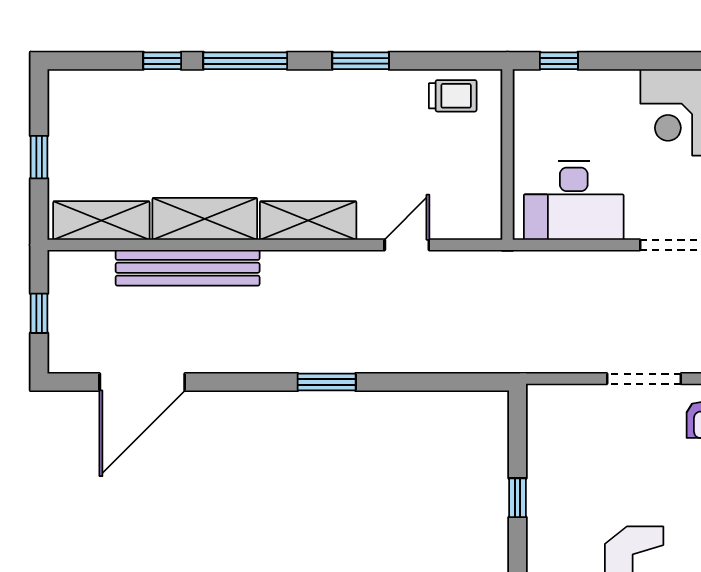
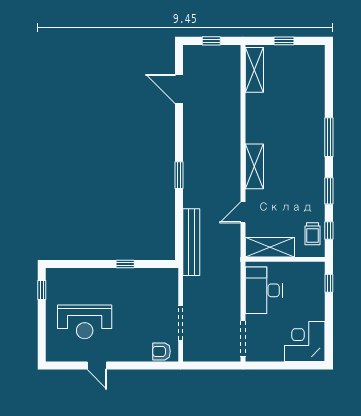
window: (162, 61) -> (329, 231), moved
shelving: (205, 219) -> (270, 247), moved, turned 90
door: (407, 245) -> (243, 212), swing flipped
bench: (188, 268) -> (191, 242), moved
door: (142, 382) -> (179, 89), width x0.73

